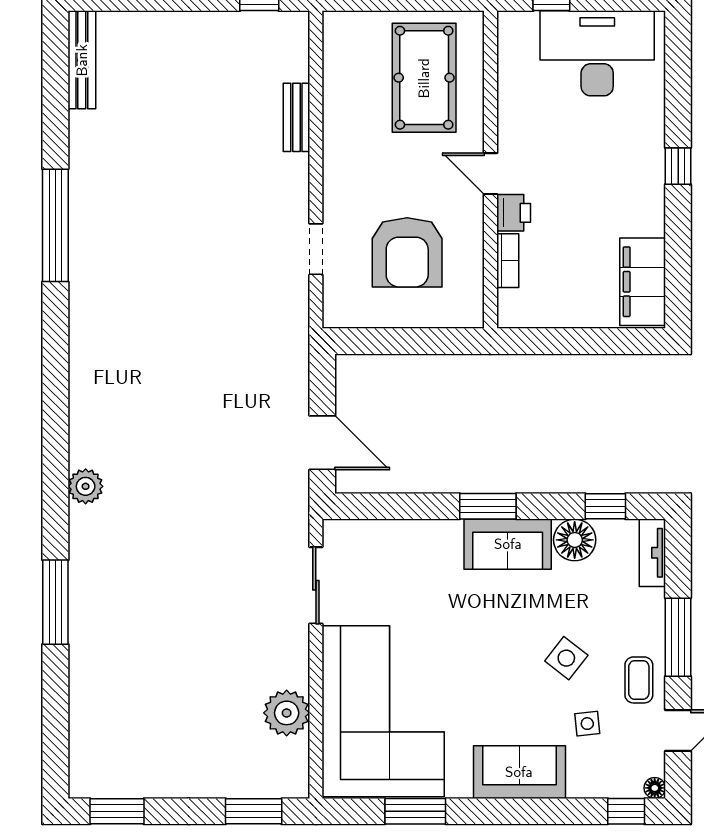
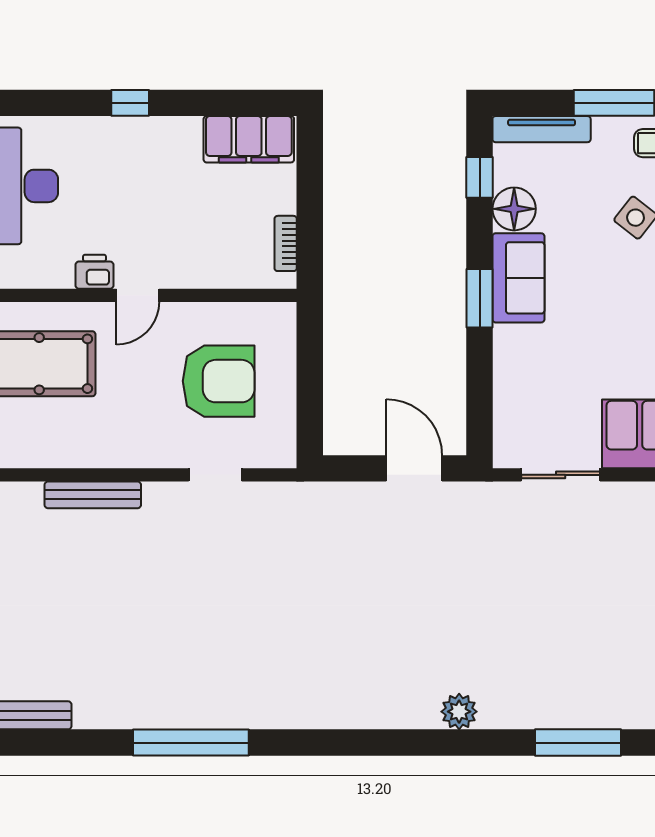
bench: (296, 117) -> (93, 495), width x1.36
printer: (514, 213) -> (94, 272), moved
bookcase: (508, 261) -> (286, 243), moved, turned -90
door: (322, 443) -> (414, 468), hinge flipped
tv unit: (652, 553) -> (542, 129), width x1.41

